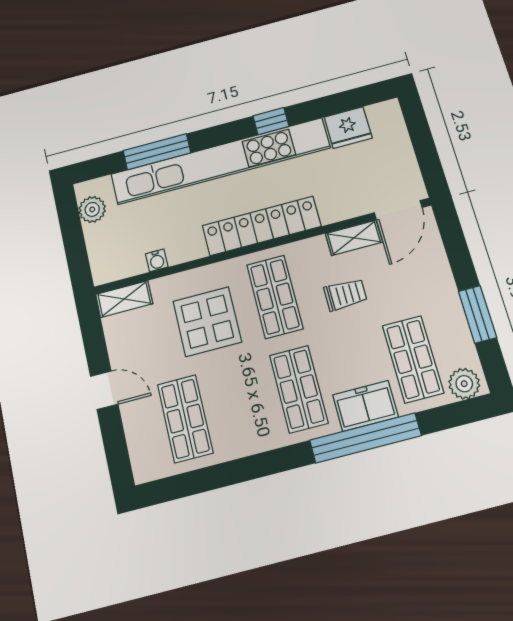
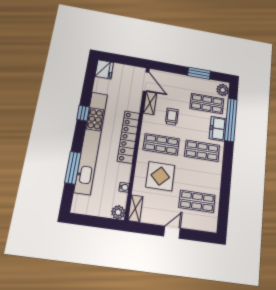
fridge: (348, 128) -> (104, 69), moved
plant: (92, 209) -> (118, 212), moved
window: (365, 438) -> (231, 120), moved

